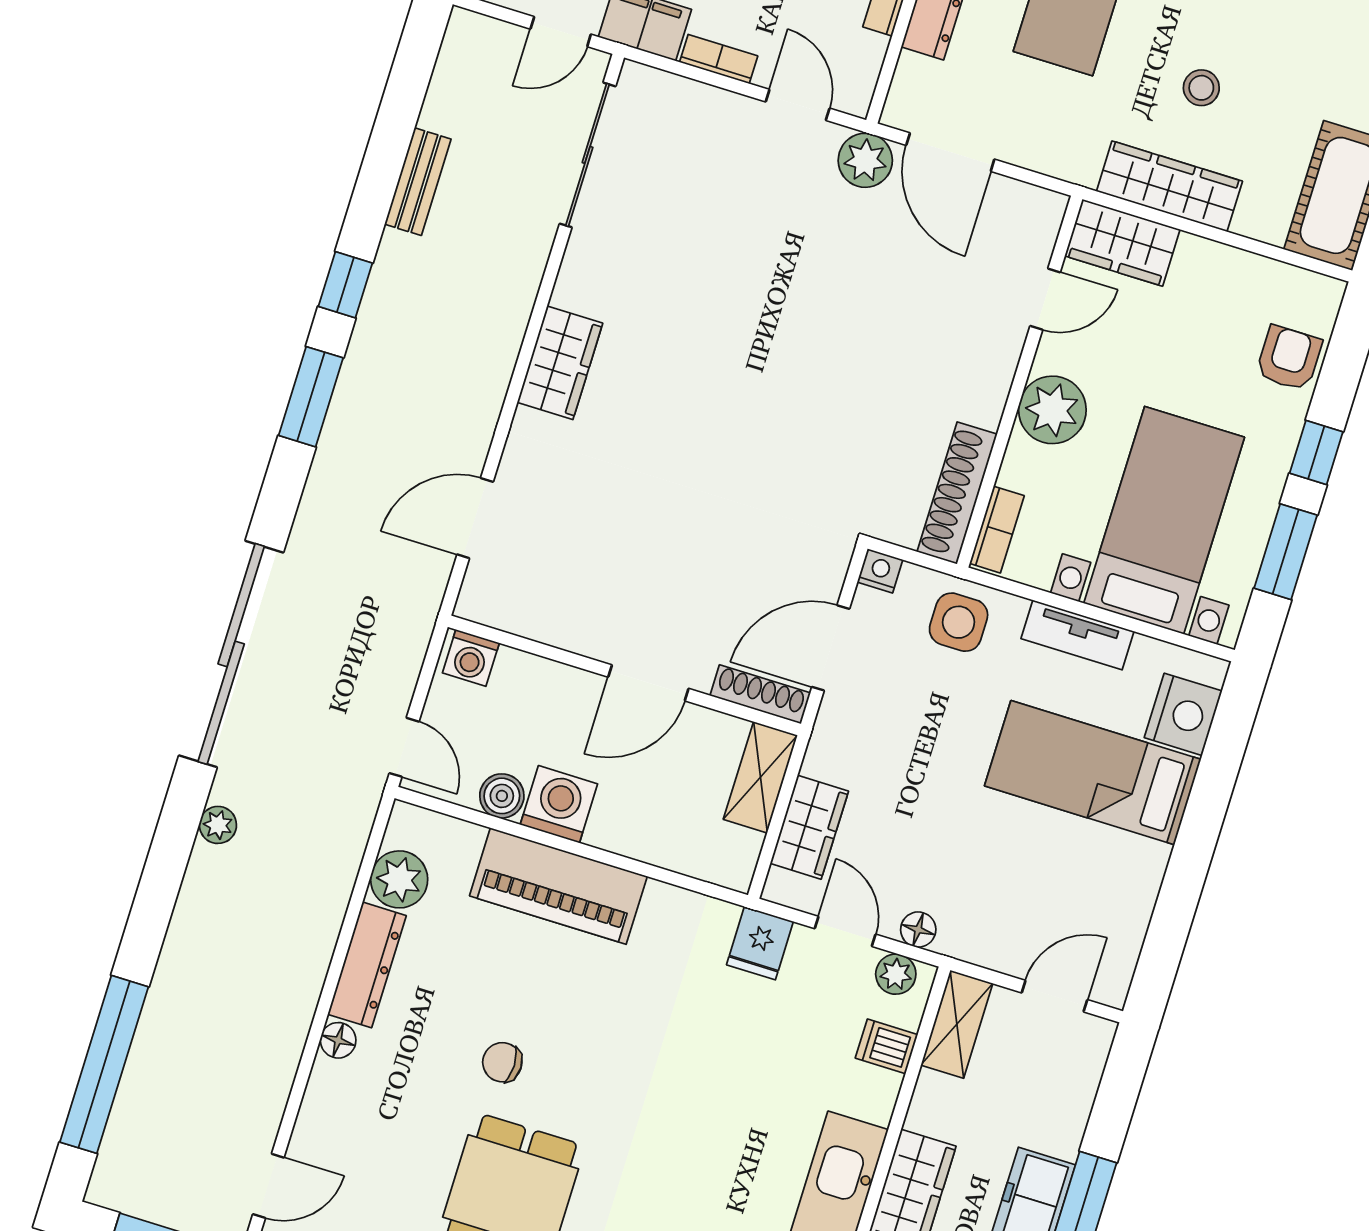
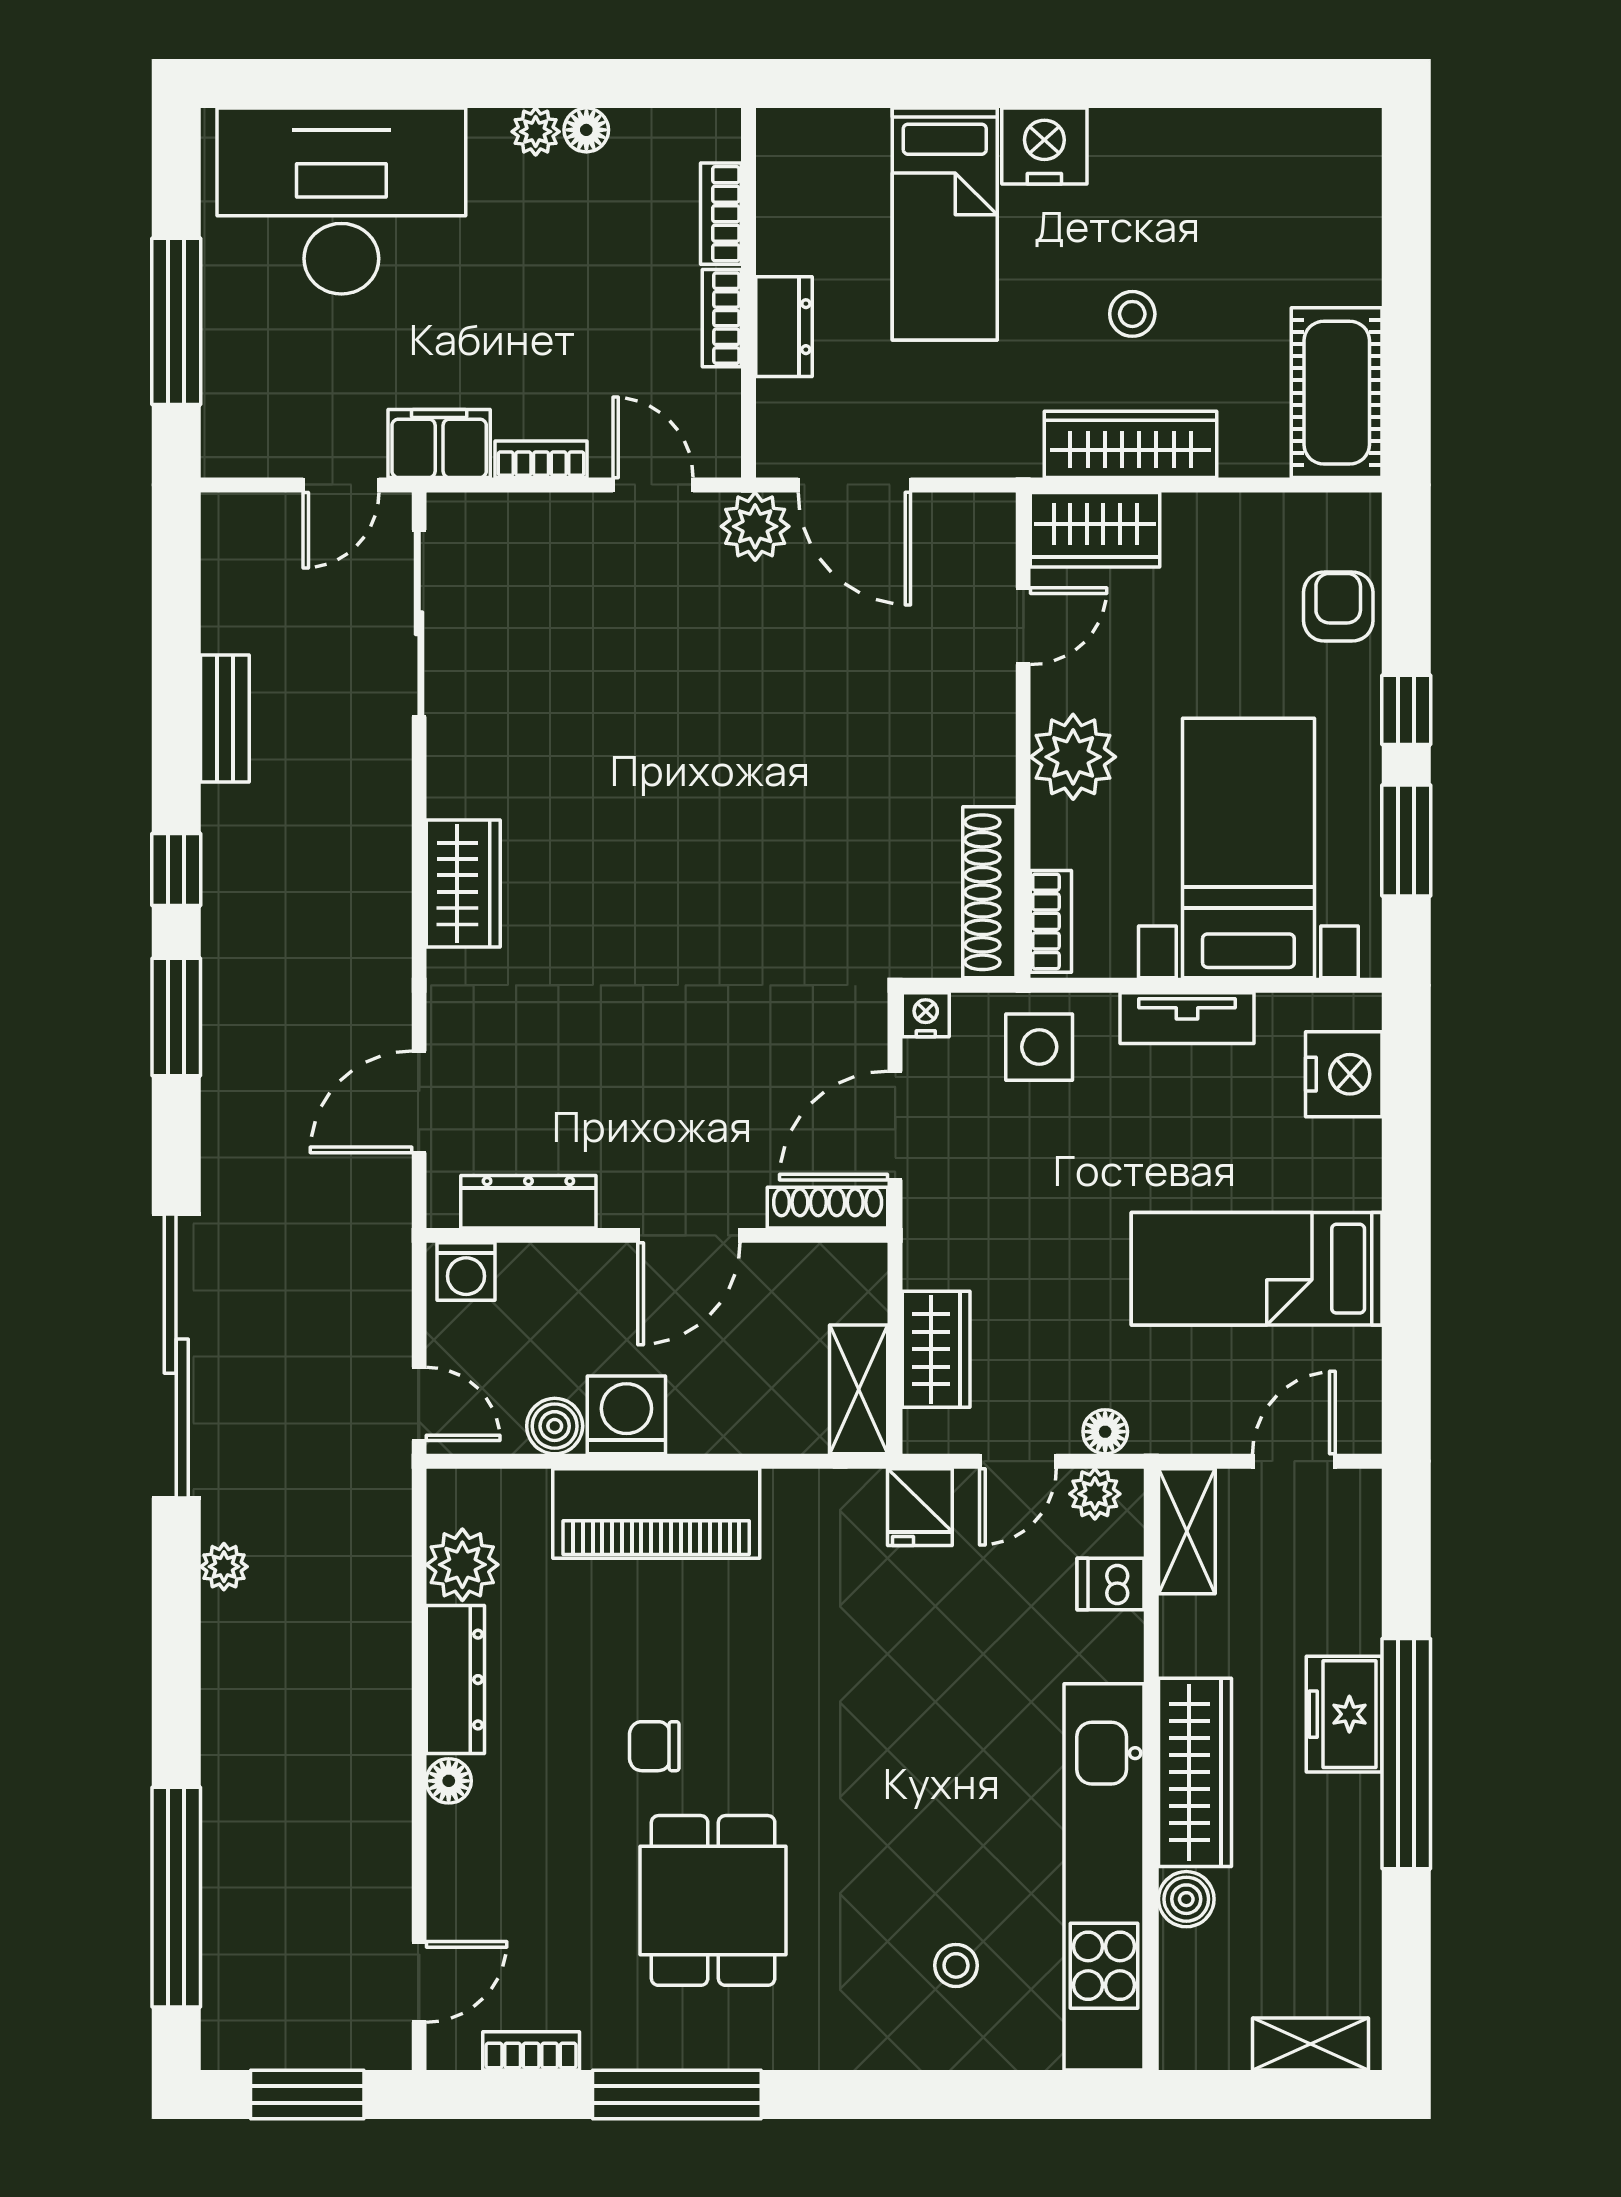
dresser: (535, 620) -> (528, 1202), added
bed: (1093, 773) -> (1257, 1269), moved
shelving: (760, 777) -> (859, 1389), moved
door: (845, 931) -> (1018, 1461), swing flipped

